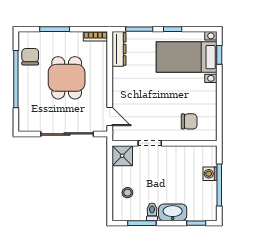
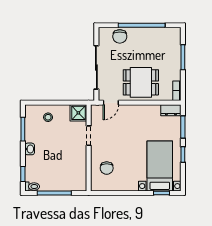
dresser: (119, 49) -> (171, 110), width x0.70
chair: (30, 57) -> (120, 36), moved, turned 90
dining table: (67, 78) -> (141, 82), moved
washing machine: (210, 174) -> (64, 185), removed
toilet: (152, 212) -> (32, 187), moved
washbasin: (173, 212) -> (30, 149), width x0.52, depth x0.69

